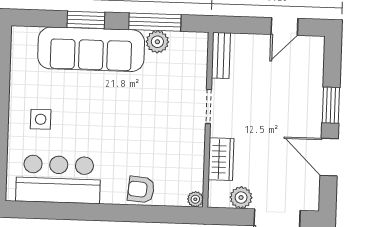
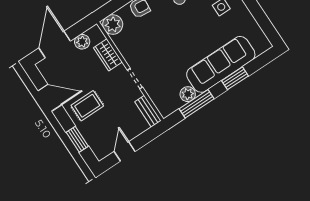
window: (331, 105) -> (77, 139), moved
rug: (290, 115) -> (87, 106), added
plant: (195, 199) -> (113, 25), width x1.87, depth x1.87

